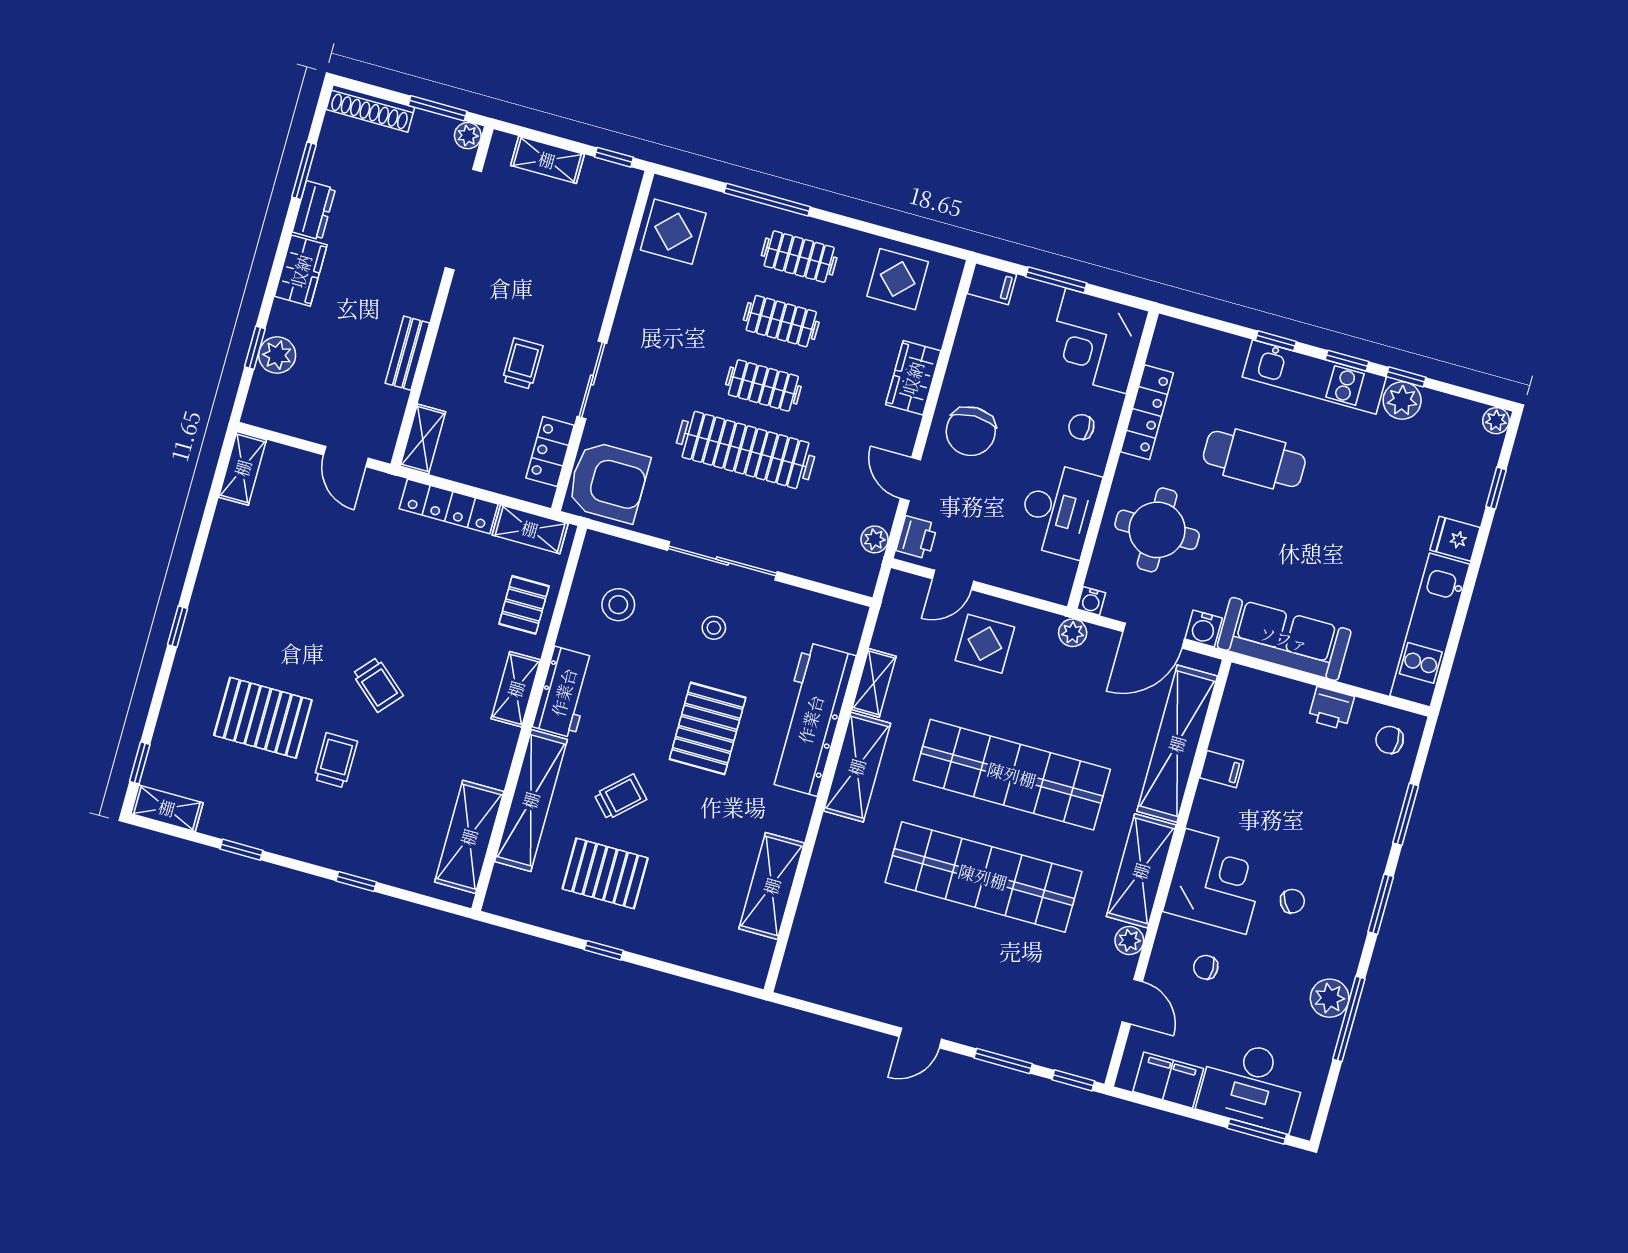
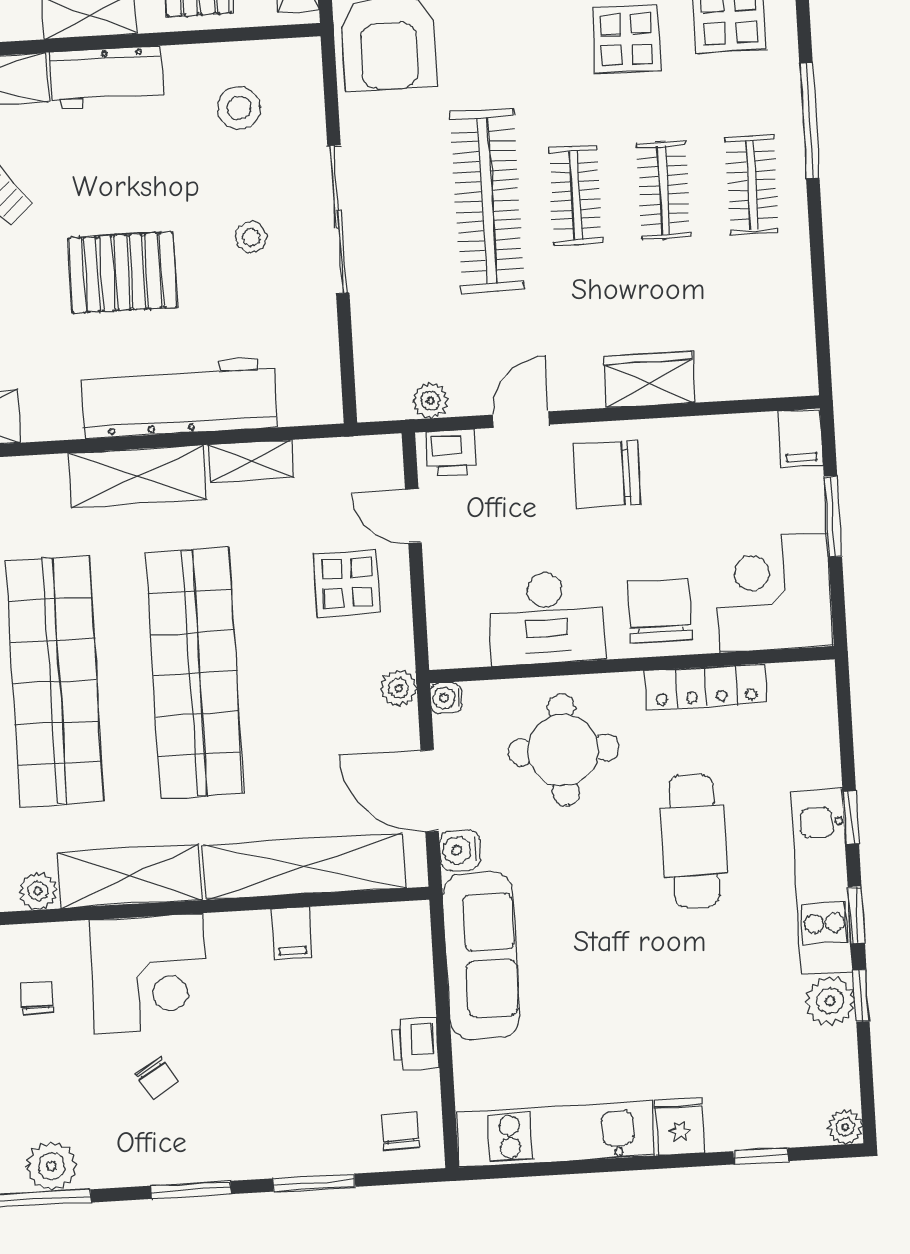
display table: (898, 279) -> (626, 39), moved
chair: (1081, 427) -> (660, 611), width x1.87, depth x1.87

